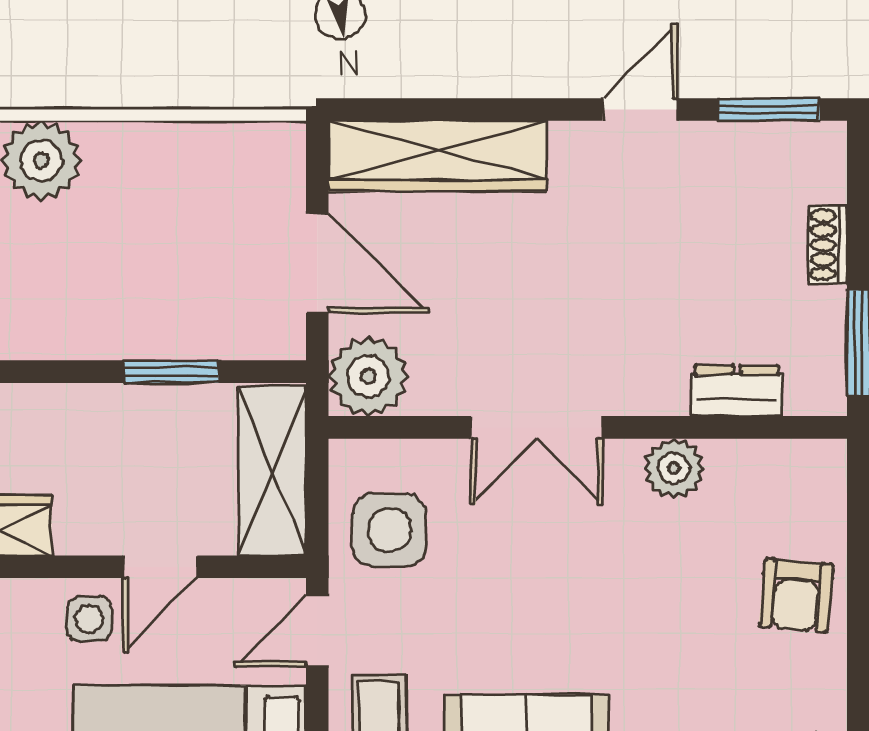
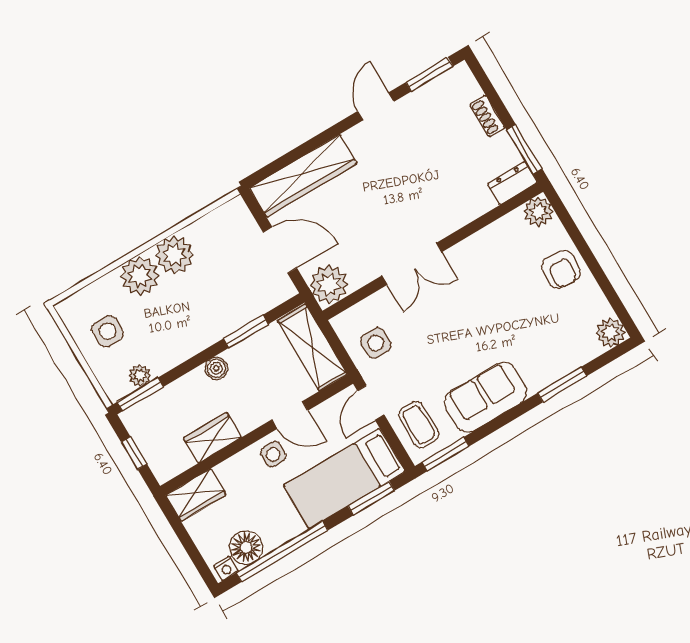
plant: (125, 160) -> (174, 255), added
dresser: (737, 391) -> (513, 183), moved
boiler: (79, 406) -> (216, 368), added
plant: (674, 468) -> (538, 212), moved
side table: (389, 530) -> (376, 343), width x0.73, depth x0.73
door: (160, 567) -> (290, 415), hinge flipped

